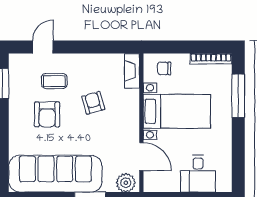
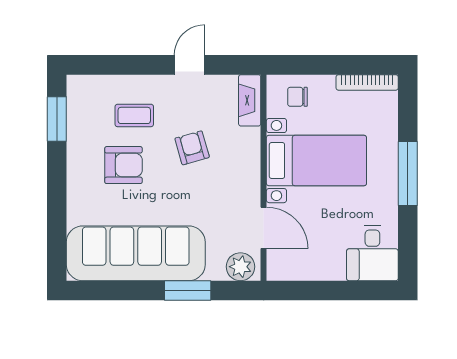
door: (43, 47) -> (190, 65), moved
window: (238, 96) -> (408, 173), moved
armchair: (47, 114) -> (123, 165), turned -90
desk: (198, 174) -> (372, 253), moved

